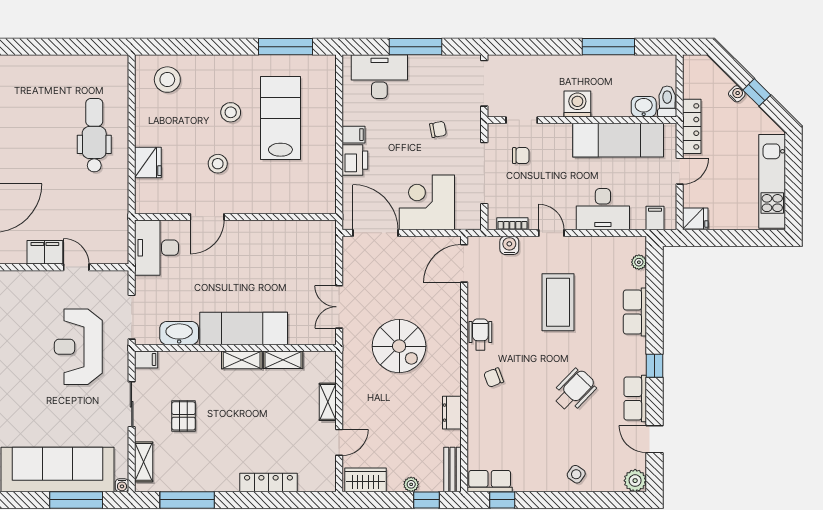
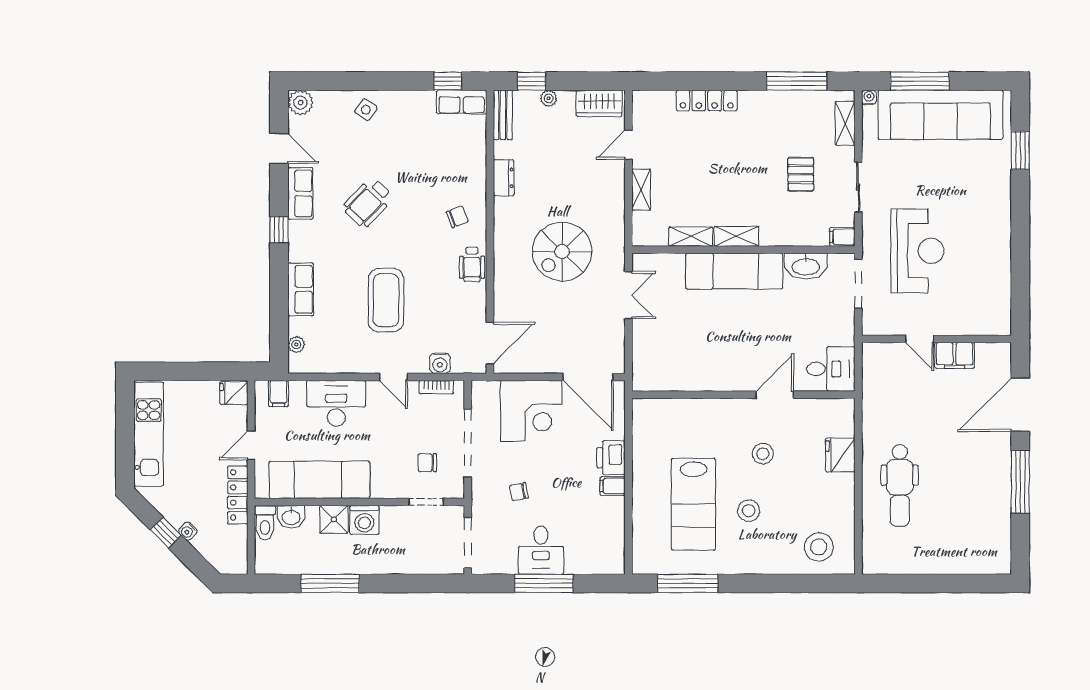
desk: (379, 77) -> (541, 550), moved, width x0.73
shower: (605, 104) -> (334, 519), added
desk: (156, 248) -> (831, 369), width x0.73
spiral stairs: (399, 346) -> (562, 252), turned -90

